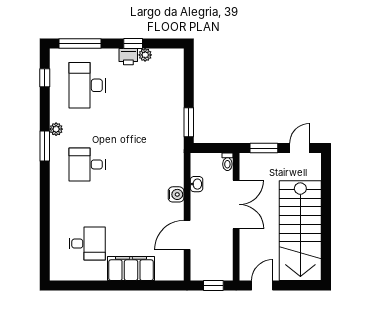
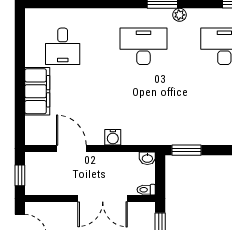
desk: (87, 164) -> (143, 46), width x1.37
washbasin: (197, 184) -> (147, 158), moved

